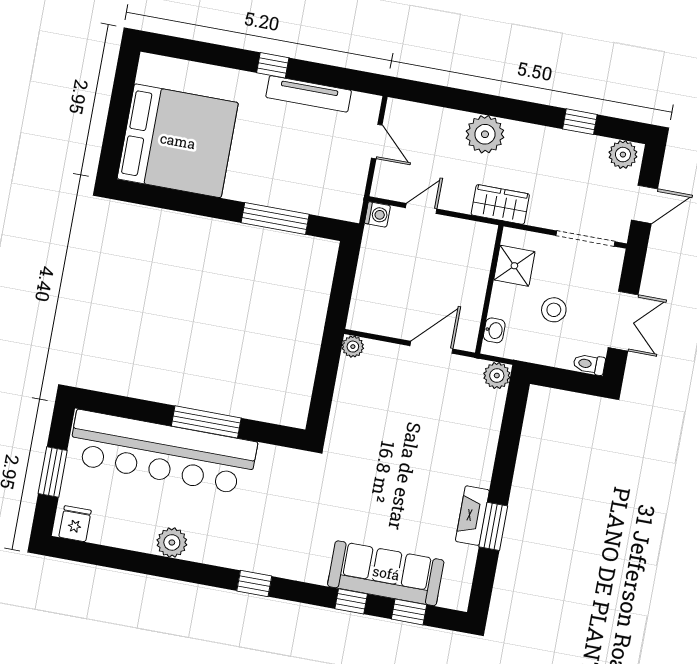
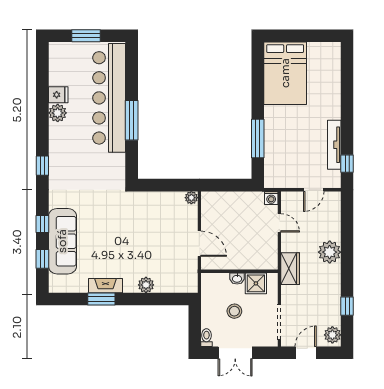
window: (273, 65) -> (347, 164), moved
bed: (178, 141) -> (285, 73), width x0.73
door: (645, 204) -> (306, 353), swing flipped
washbasin: (494, 330) -> (237, 279), moved
plant: (497, 376) -> (146, 285), moved
fridge: (75, 524) -> (58, 95), moved

